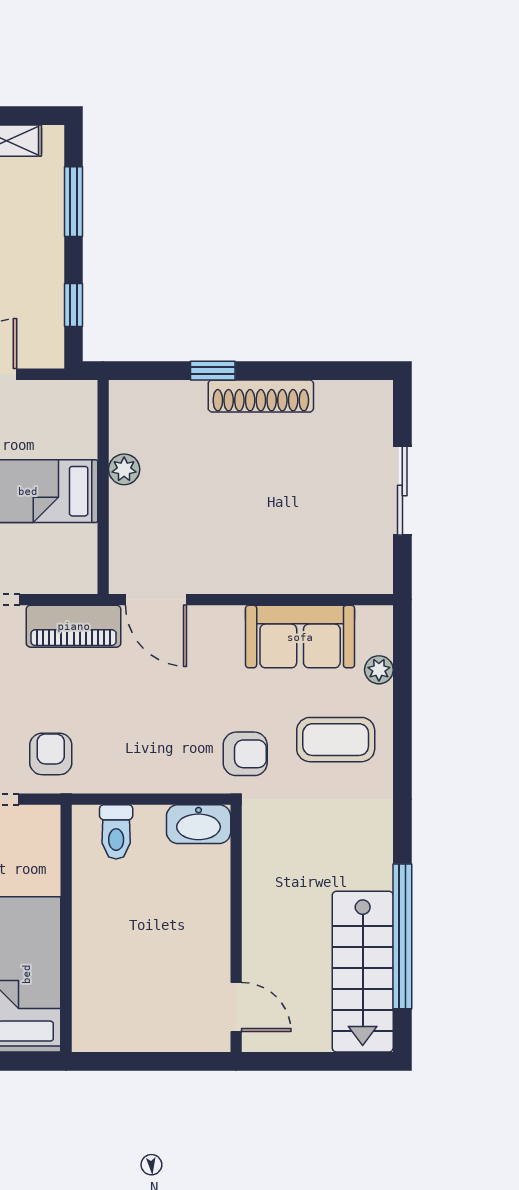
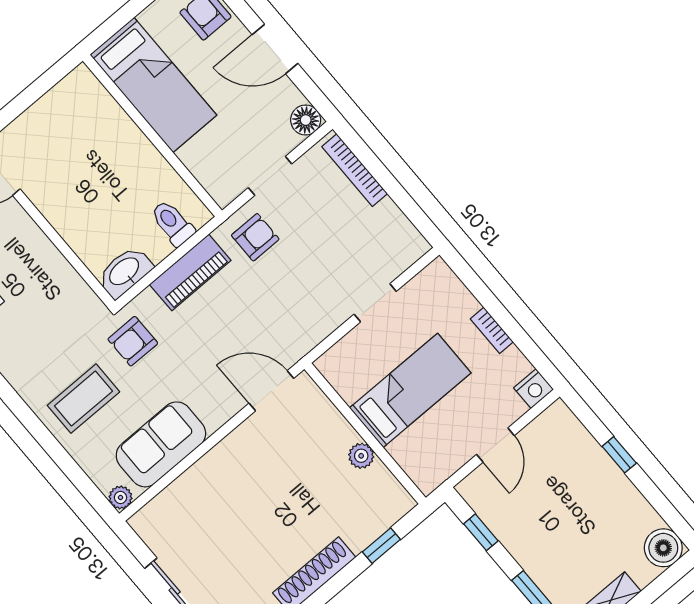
window: (213, 371) -> (381, 546), moved
piano: (74, 626) -> (190, 272), moved, turned 180
plant: (379, 670) -> (121, 497), moved
armchair: (51, 754) -> (255, 237), turned -90

